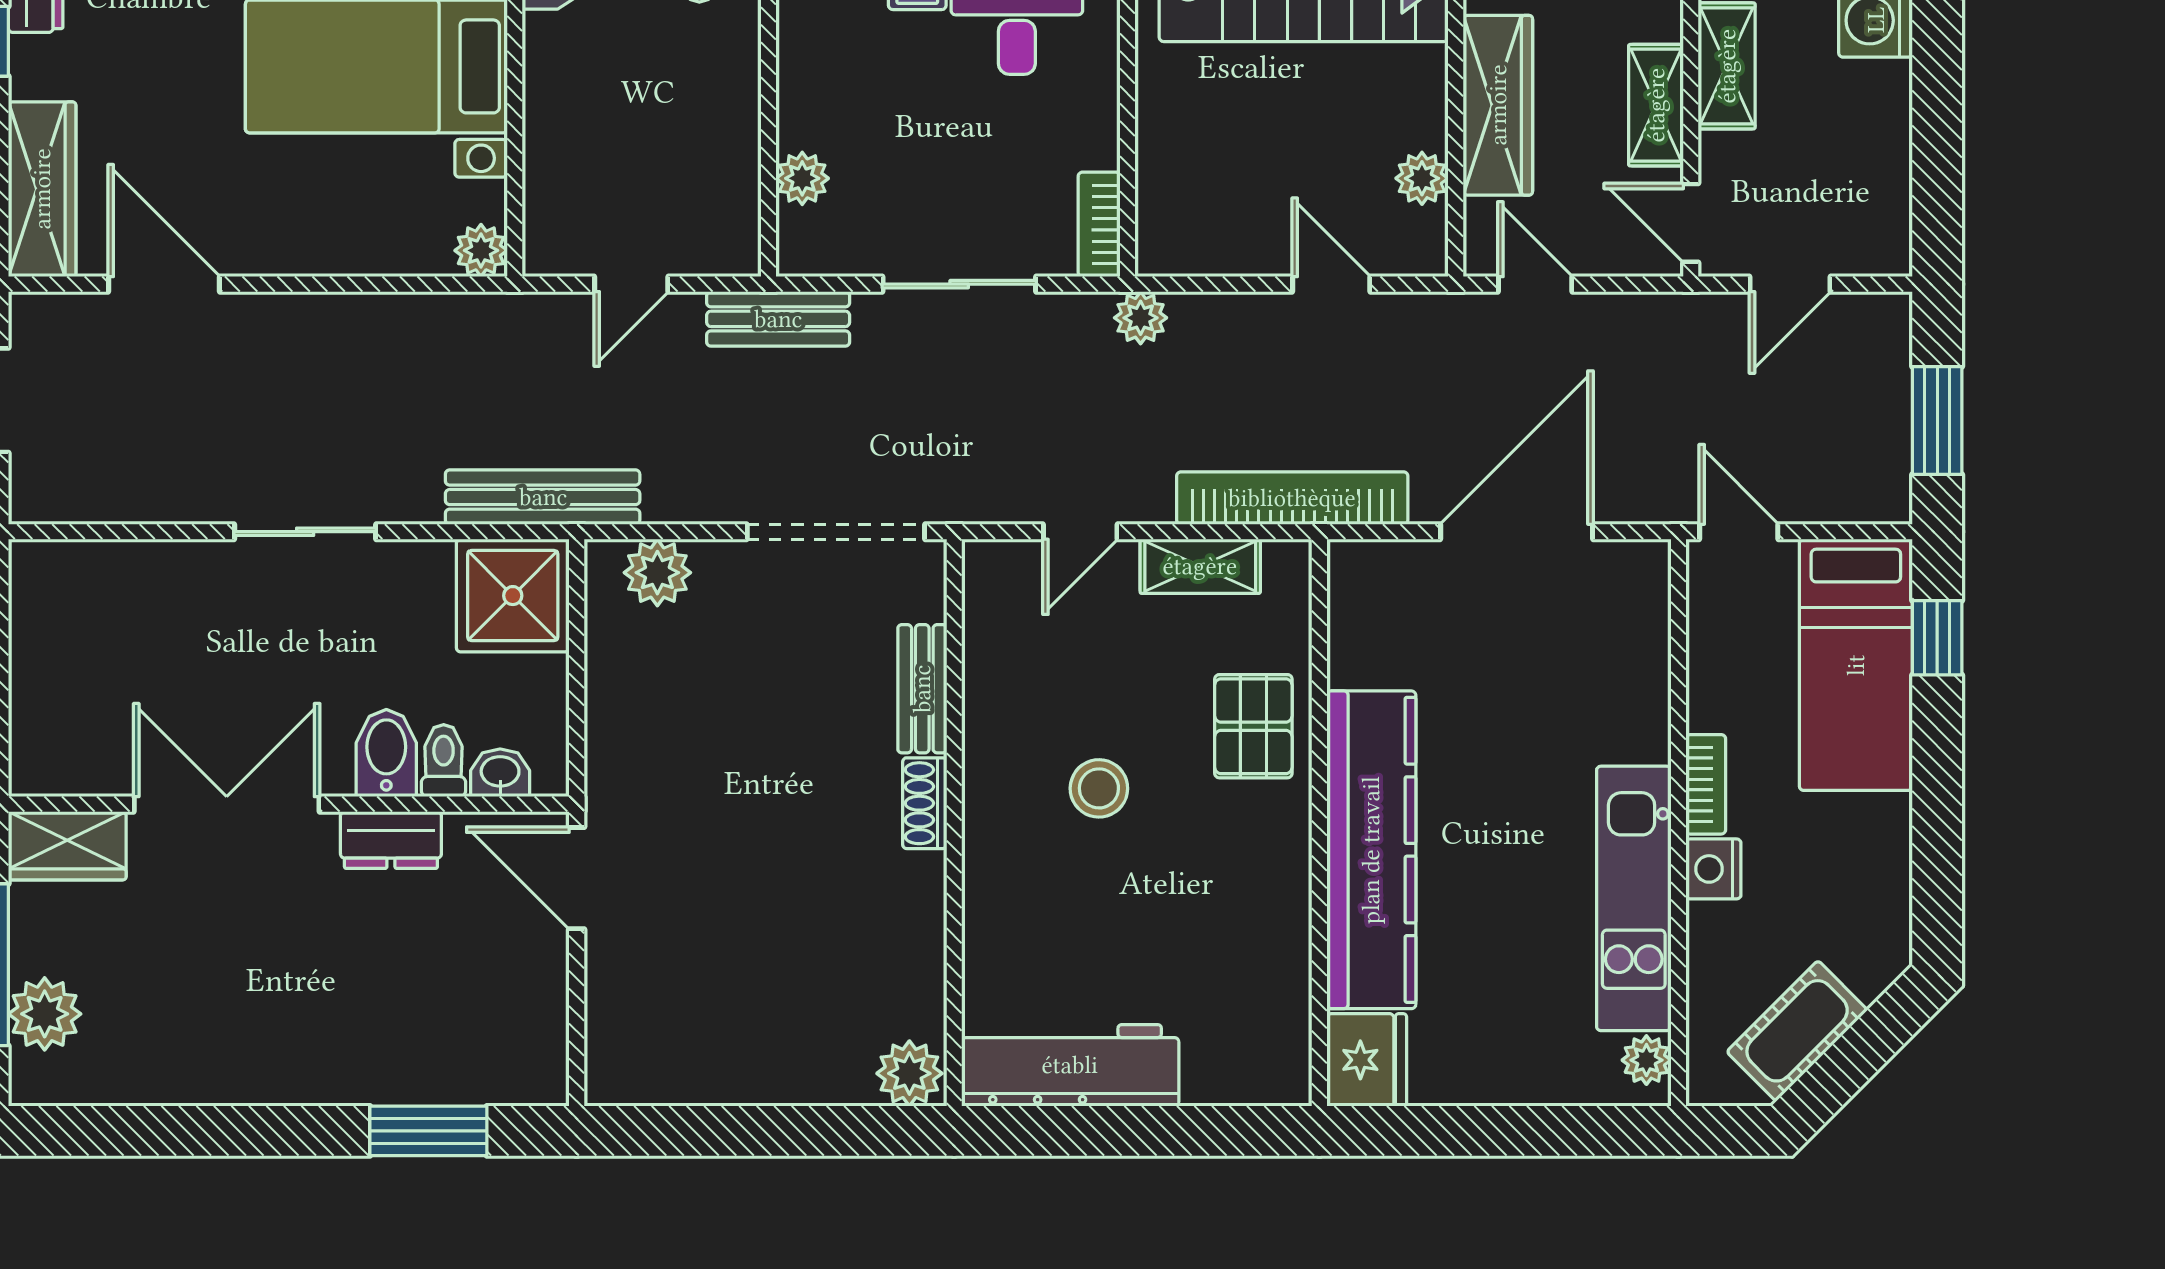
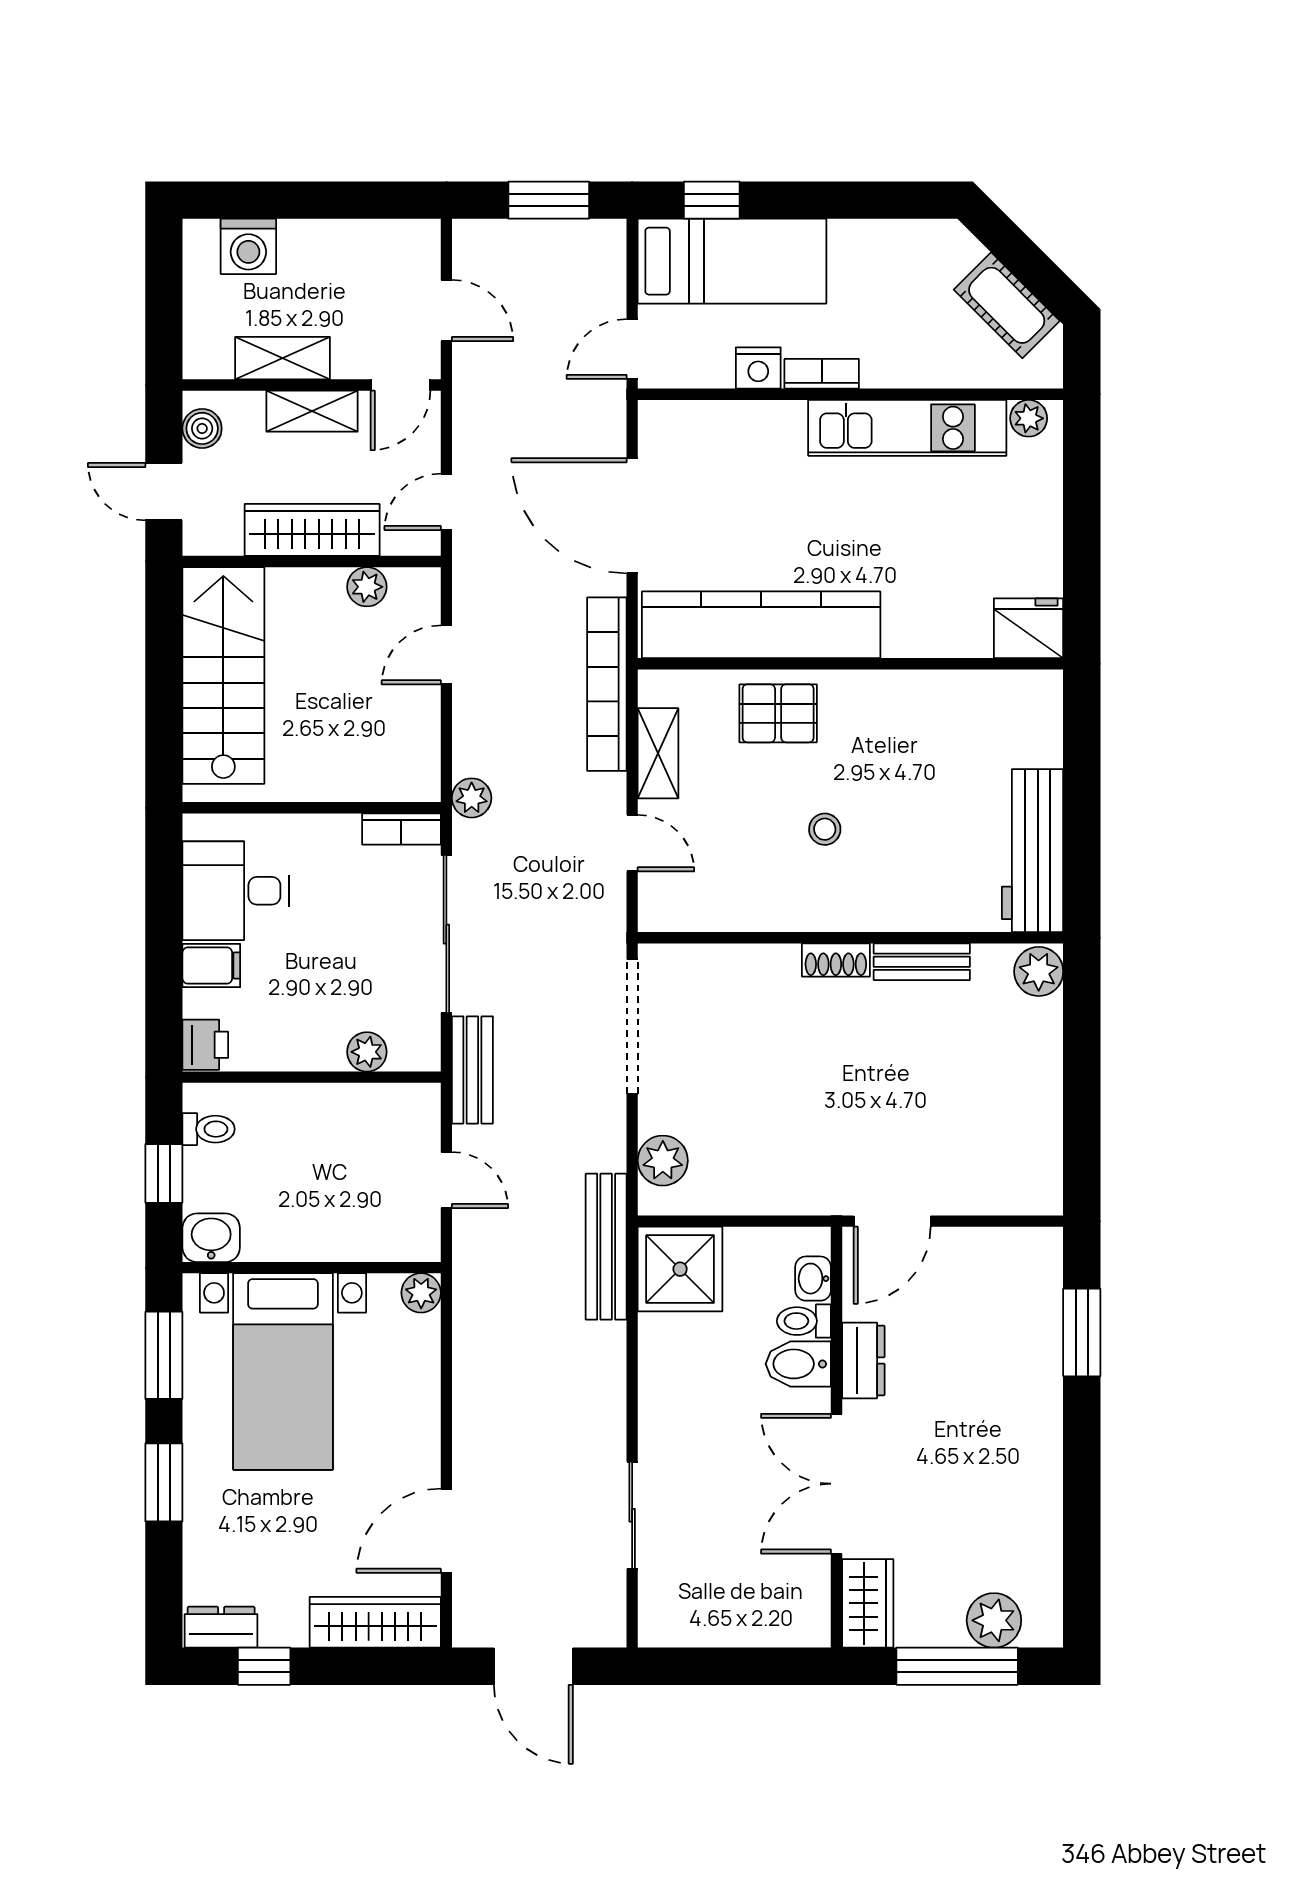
sliding door: (959, 284) -> (446, 934), width x1.37
sliding door: (305, 532) -> (632, 1515), moved
bench: (922, 689) -> (922, 962), moved
stool: (1099, 788) -> (825, 829), width x0.73, depth x0.73
kitchen counter: (1371, 850) -> (761, 625), moved
nightstand: (1713, 869) -> (758, 368), moved

